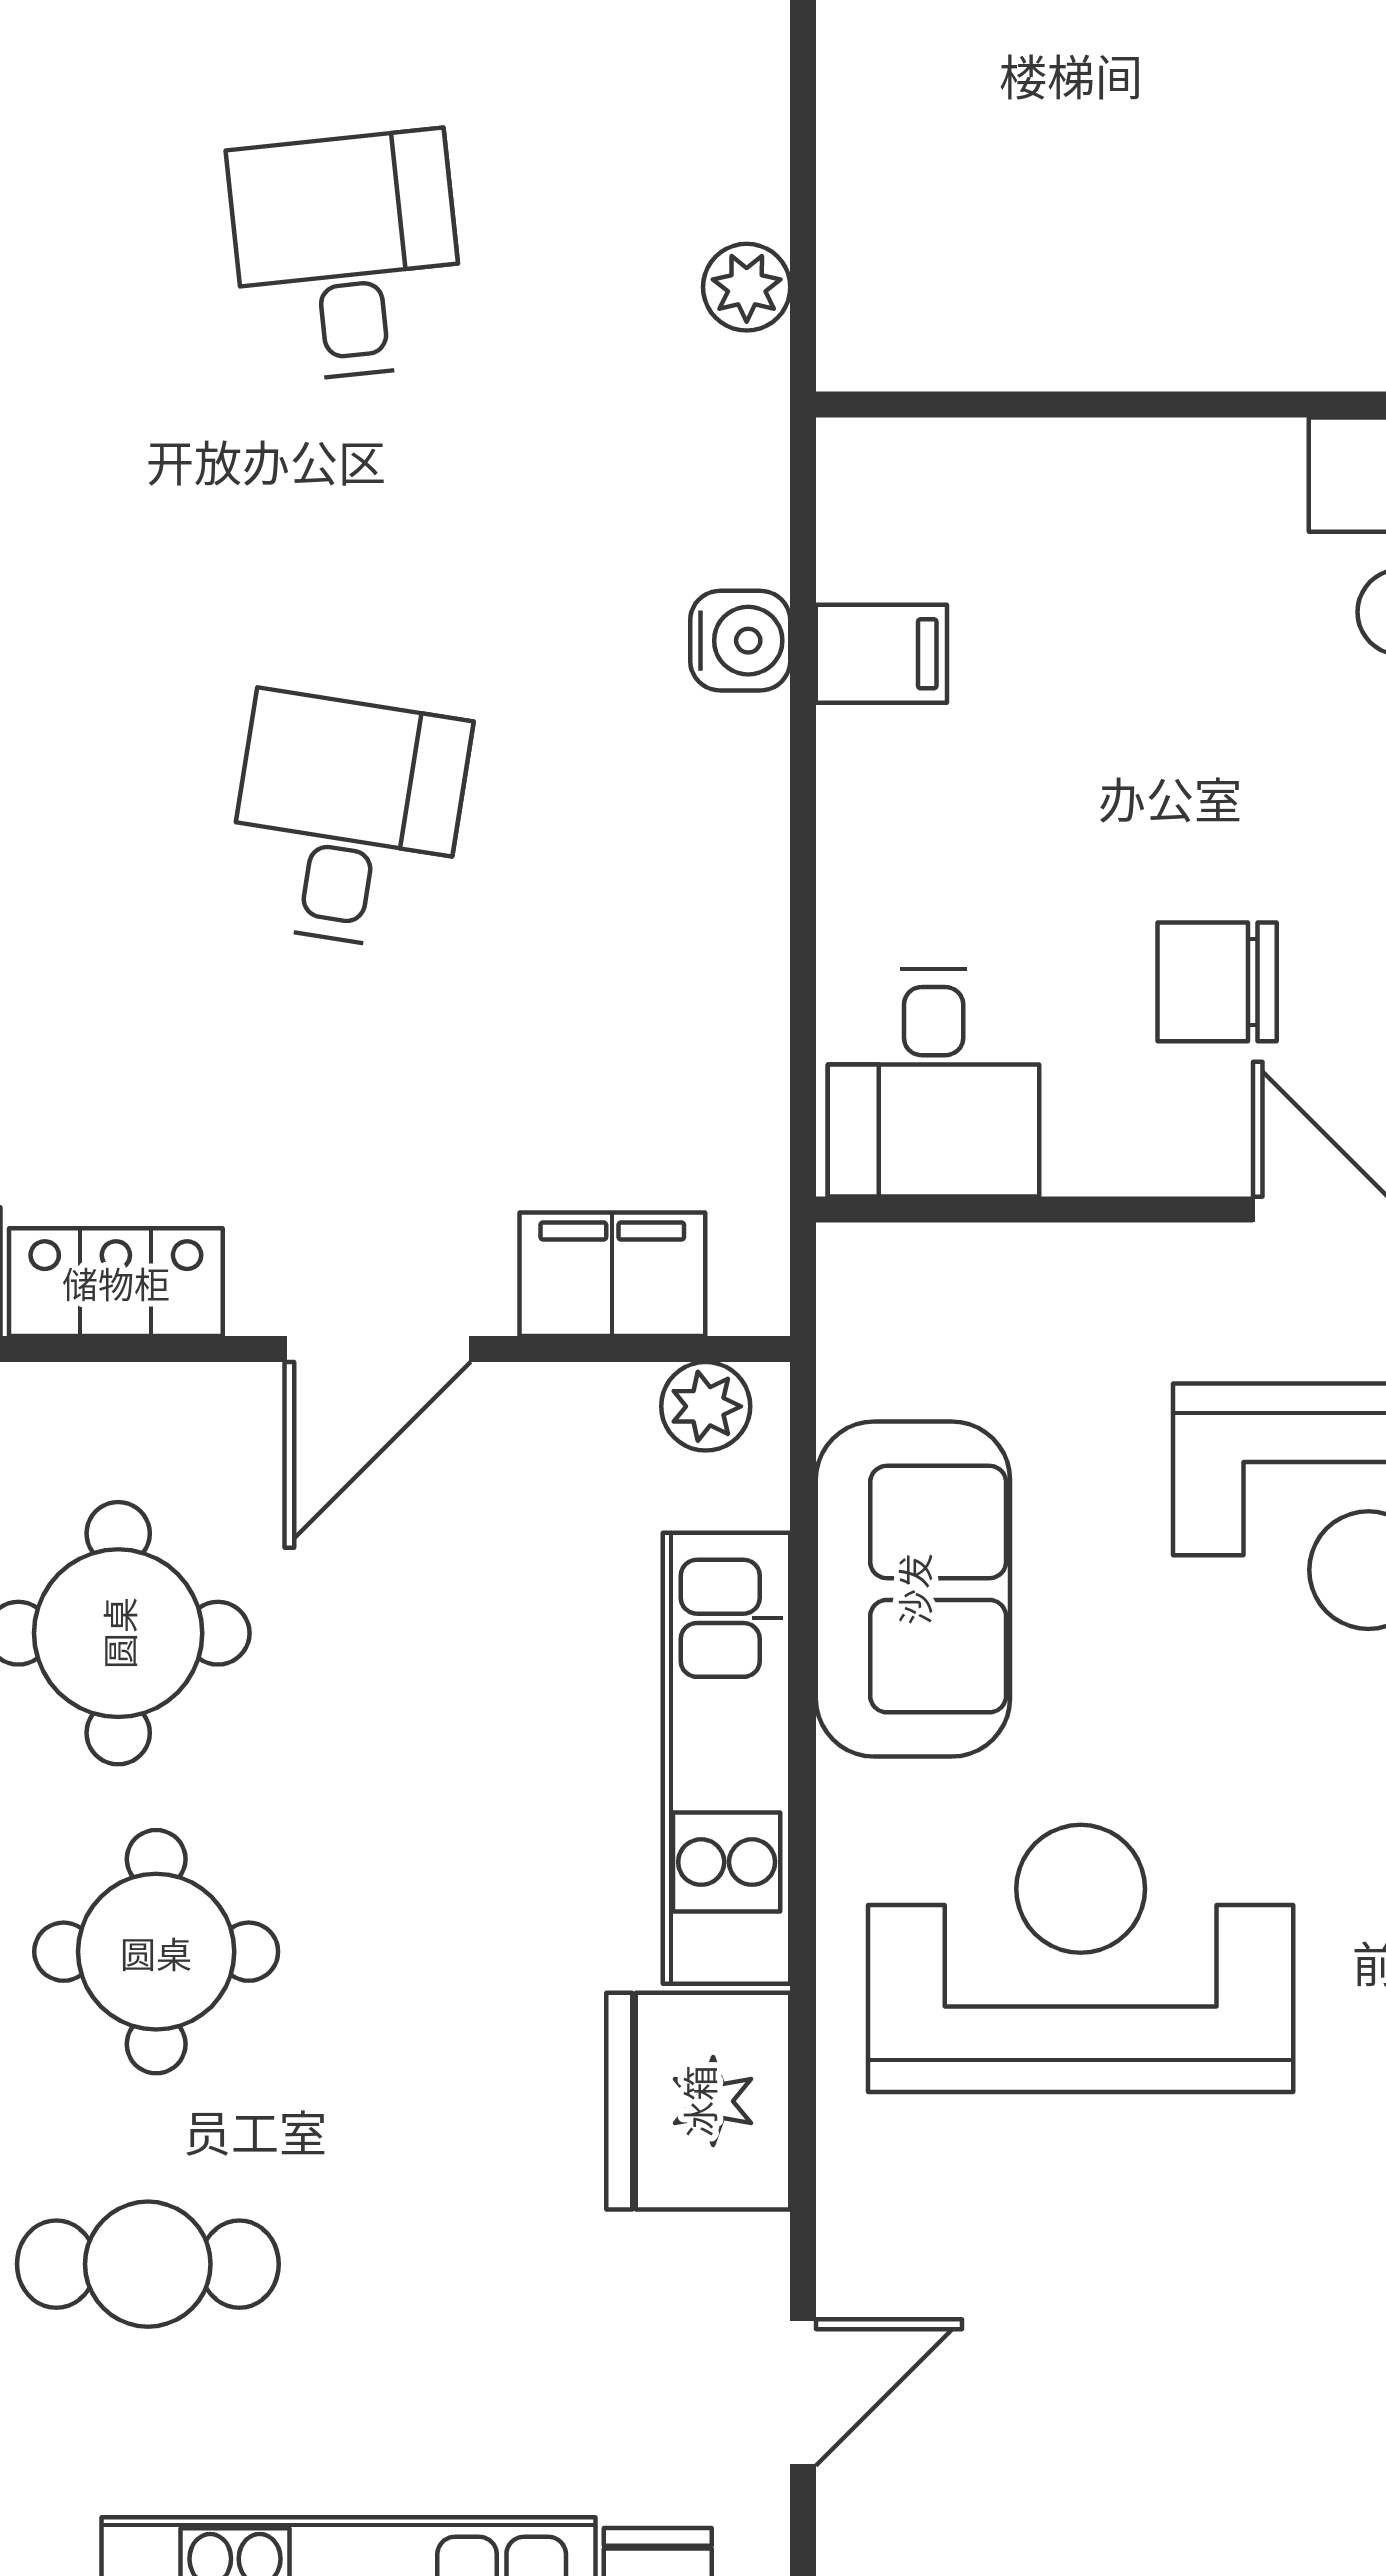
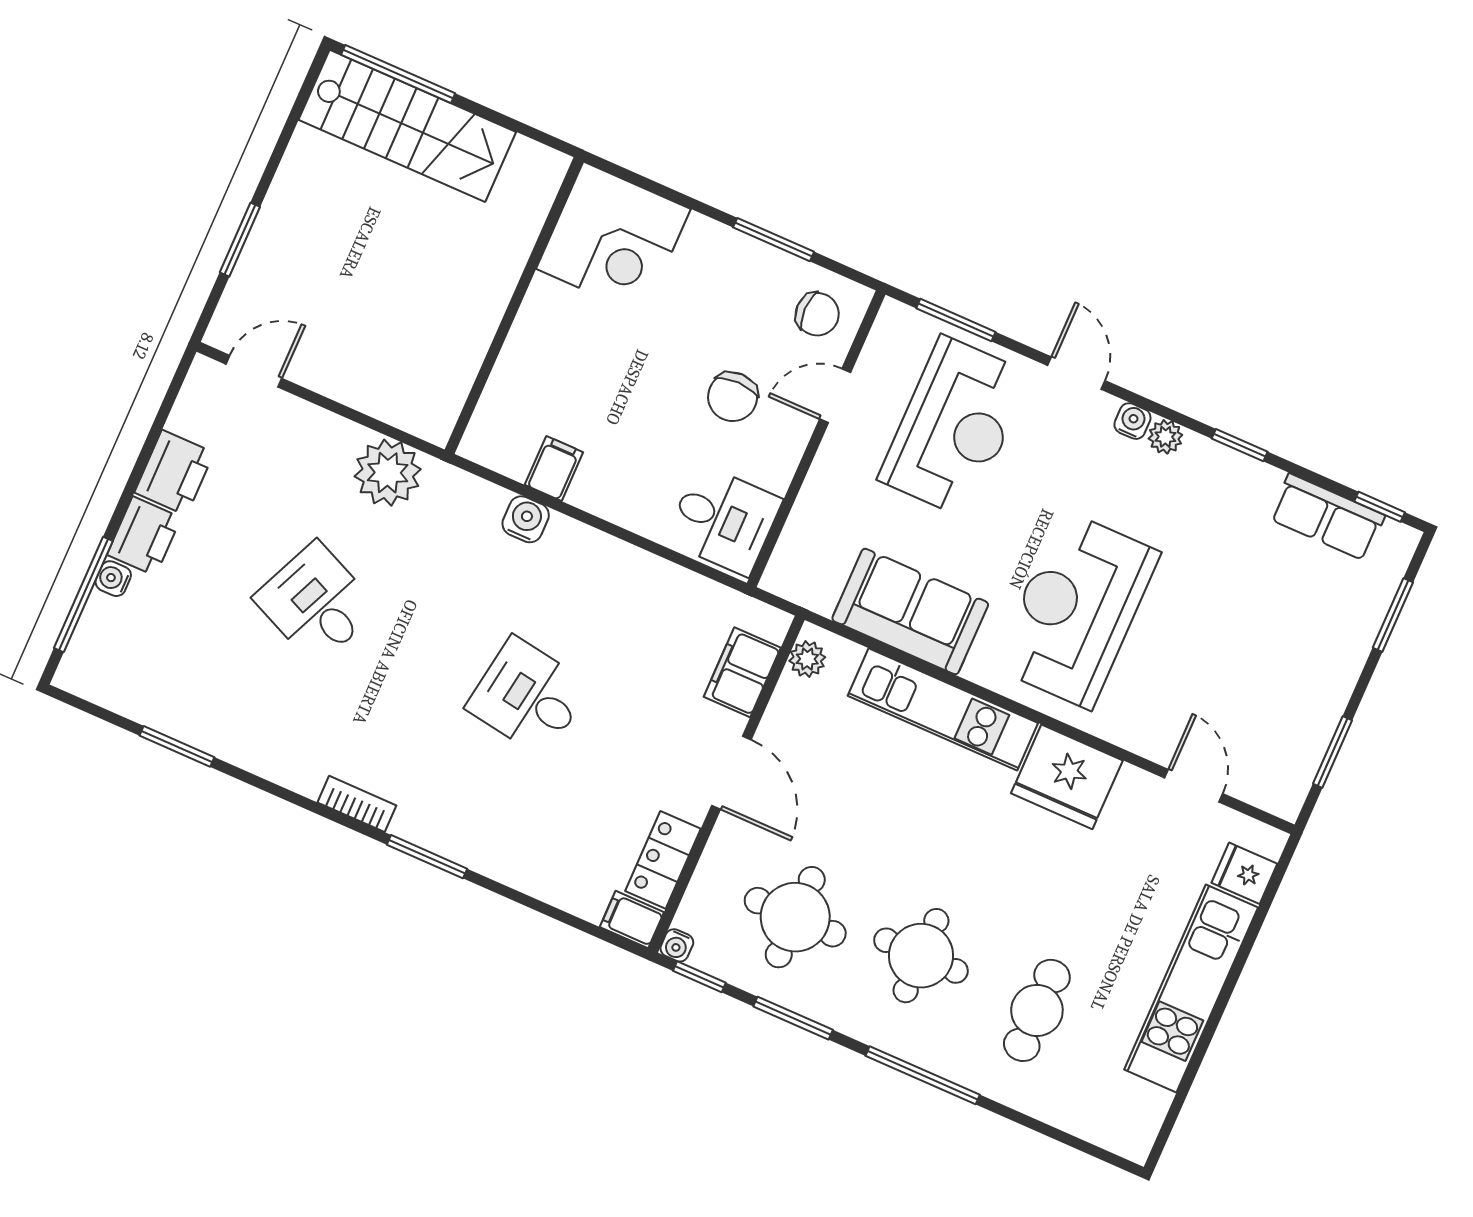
desk: (347, 256) -> (316, 603), turned 30
plant: (747, 287) -> (388, 473), width x1.88, depth x1.88

